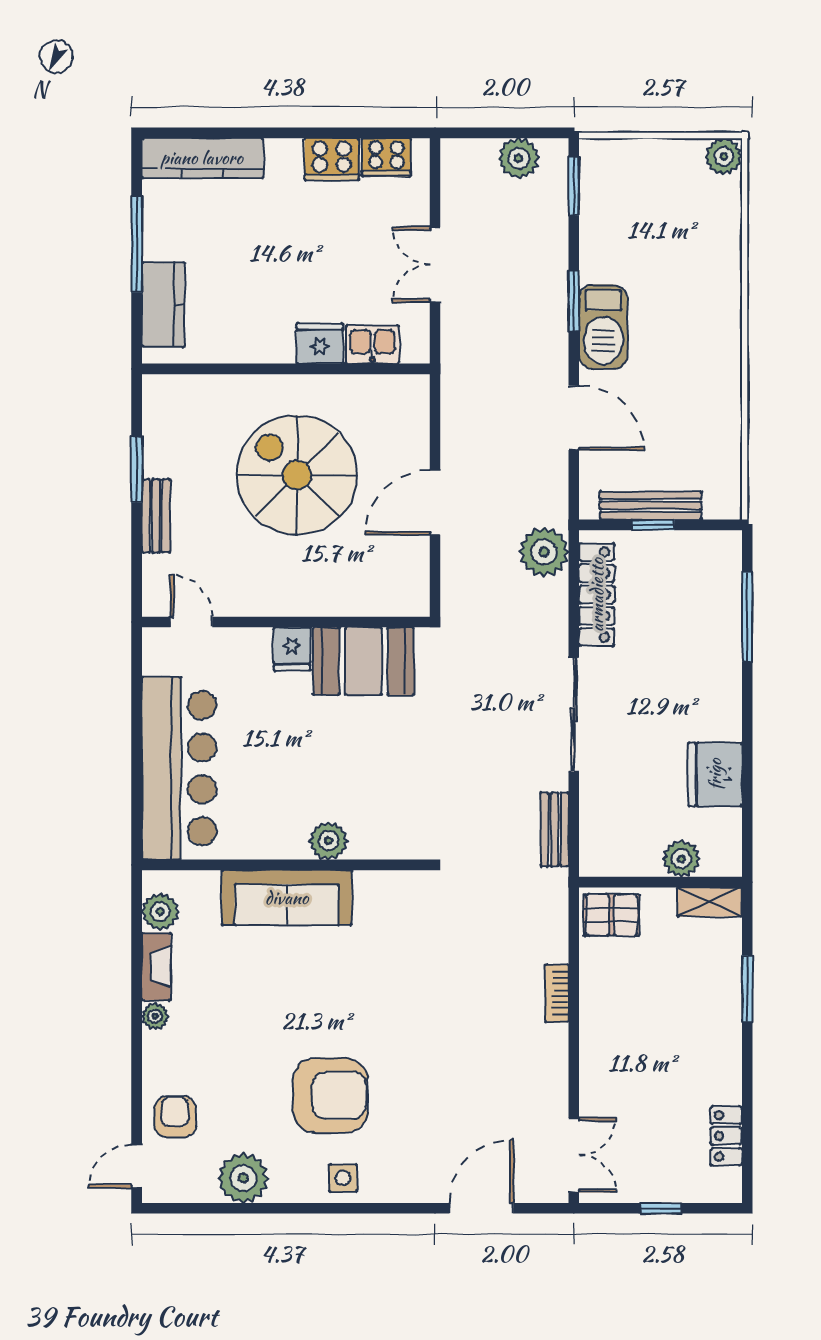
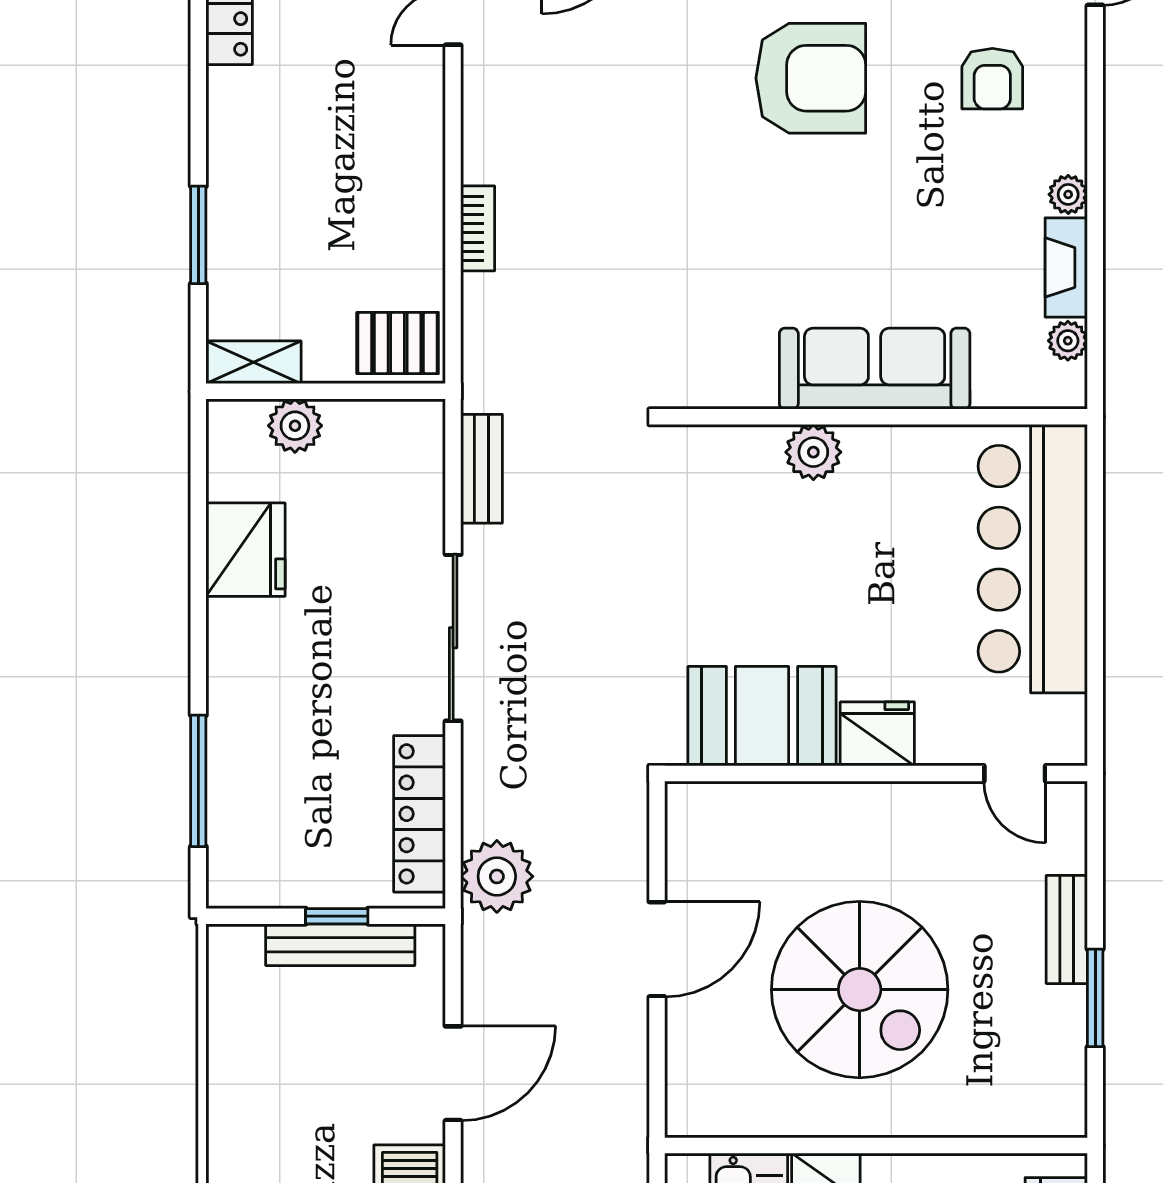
door: (574, 418) -> (453, 1073), swing flipped
fridge: (292, 649) -> (877, 734), width x1.38
plant: (160, 912) -> (1068, 341), width x0.73, depth x0.73
armchair: (330, 1095) -> (811, 78), turned 180
armchair: (175, 1117) -> (992, 79), moved

